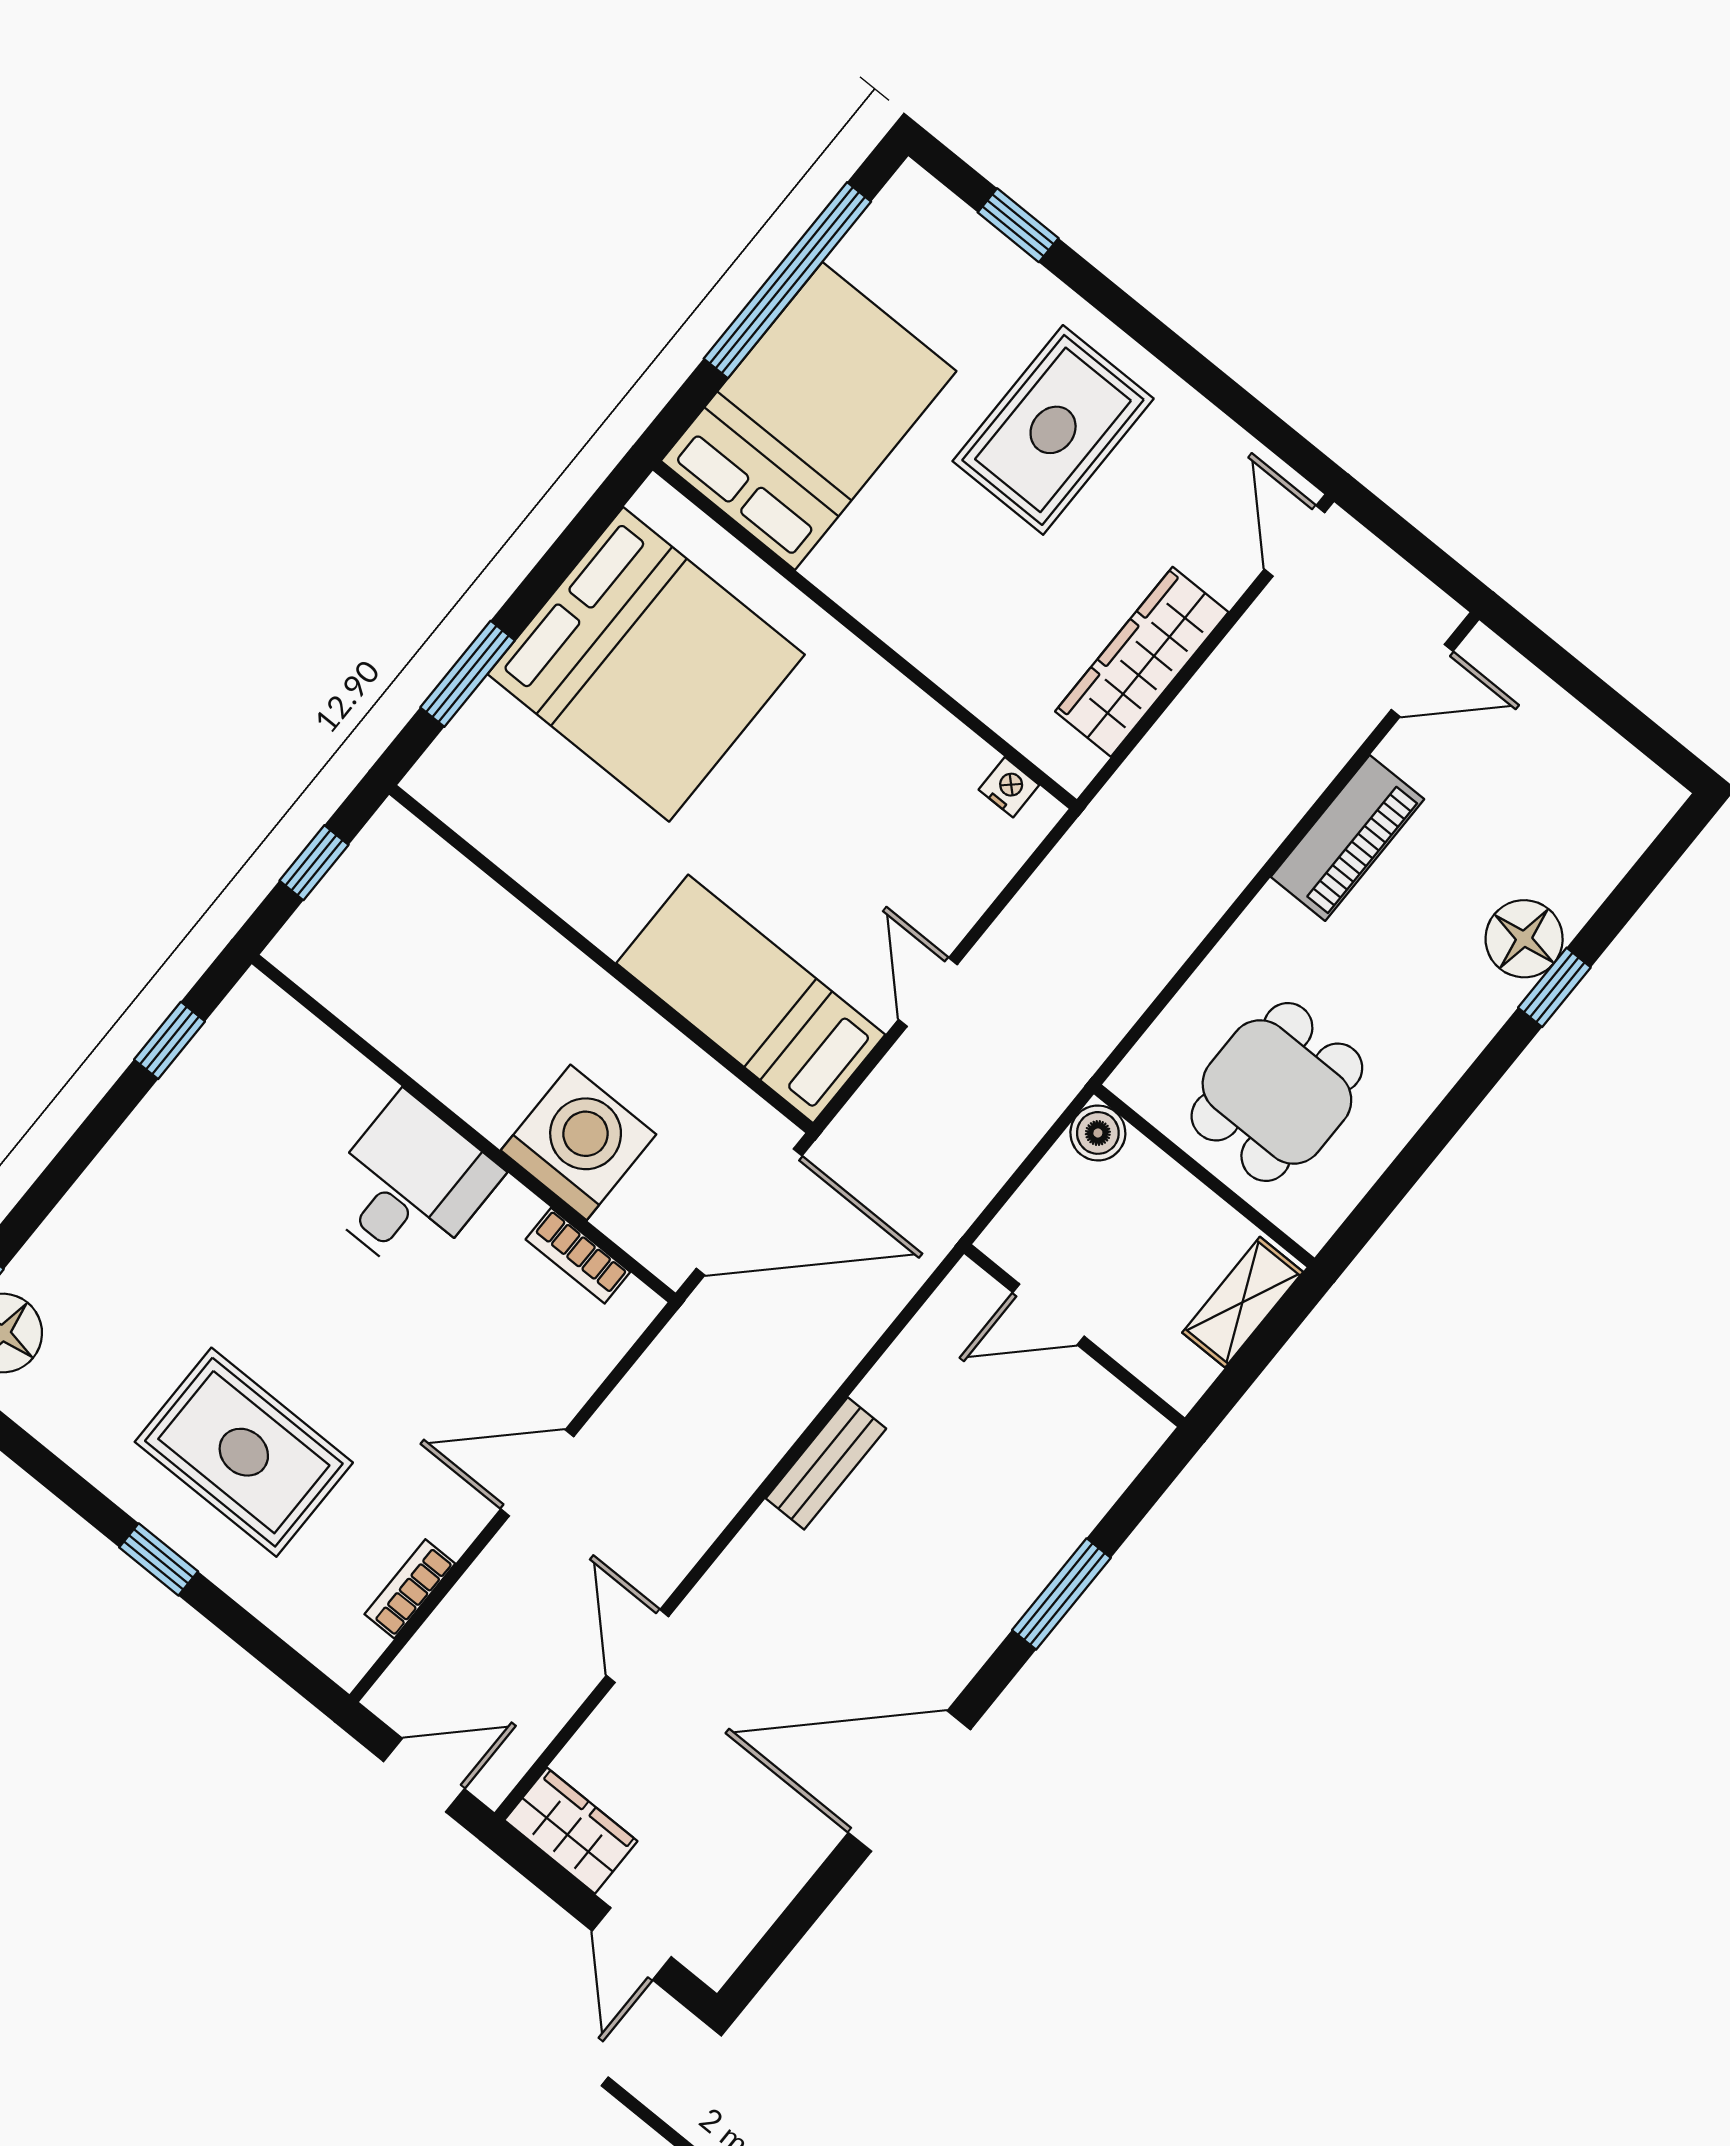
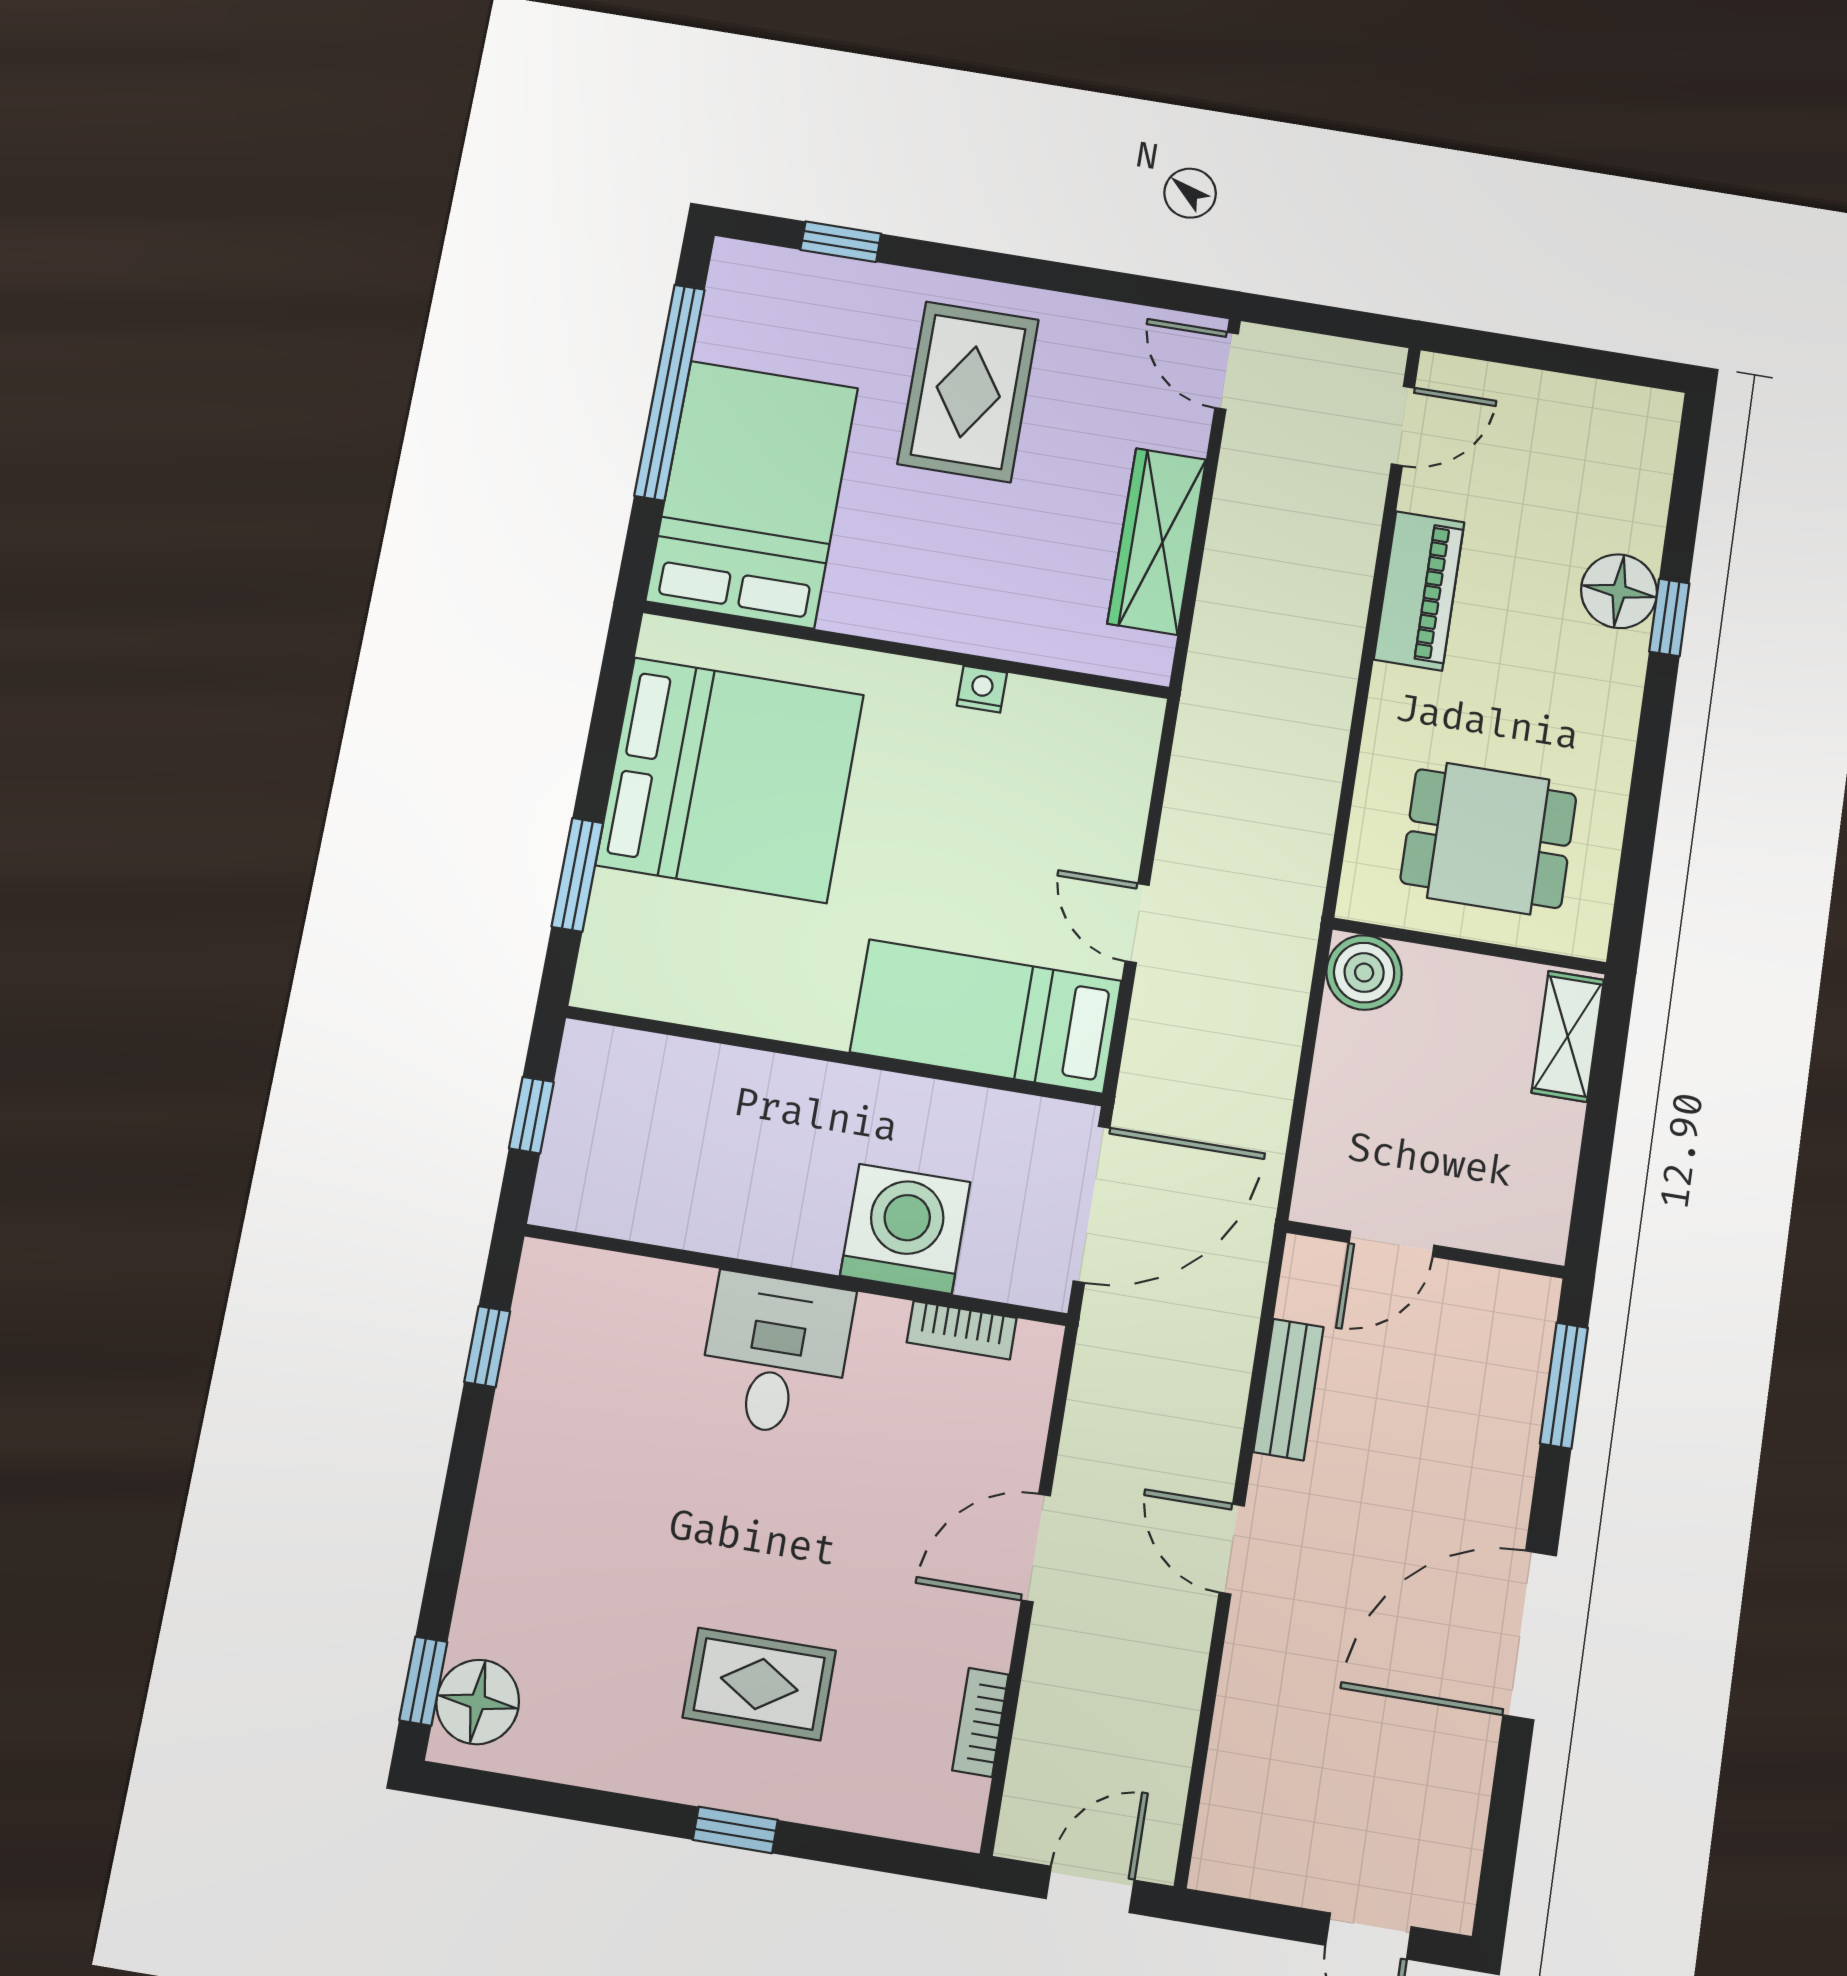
nightstand: (1009, 787) -> (982, 689), moved
dining table: (1277, 1092) -> (1488, 839), turned 90
boiler: (1098, 1133) -> (1364, 973), width x1.36, depth x1.36
door: (1048, 1314) -> (1392, 1244), moved
wall: (1075, 1336) -> (1425, 1249), moved
rug: (244, 1452) -> (759, 1684), width x0.73, depth x0.70
door: (637, 1646) -> (1232, 1549), moved
wardrobe: (571, 1831) -> (1253, 1862), removed

